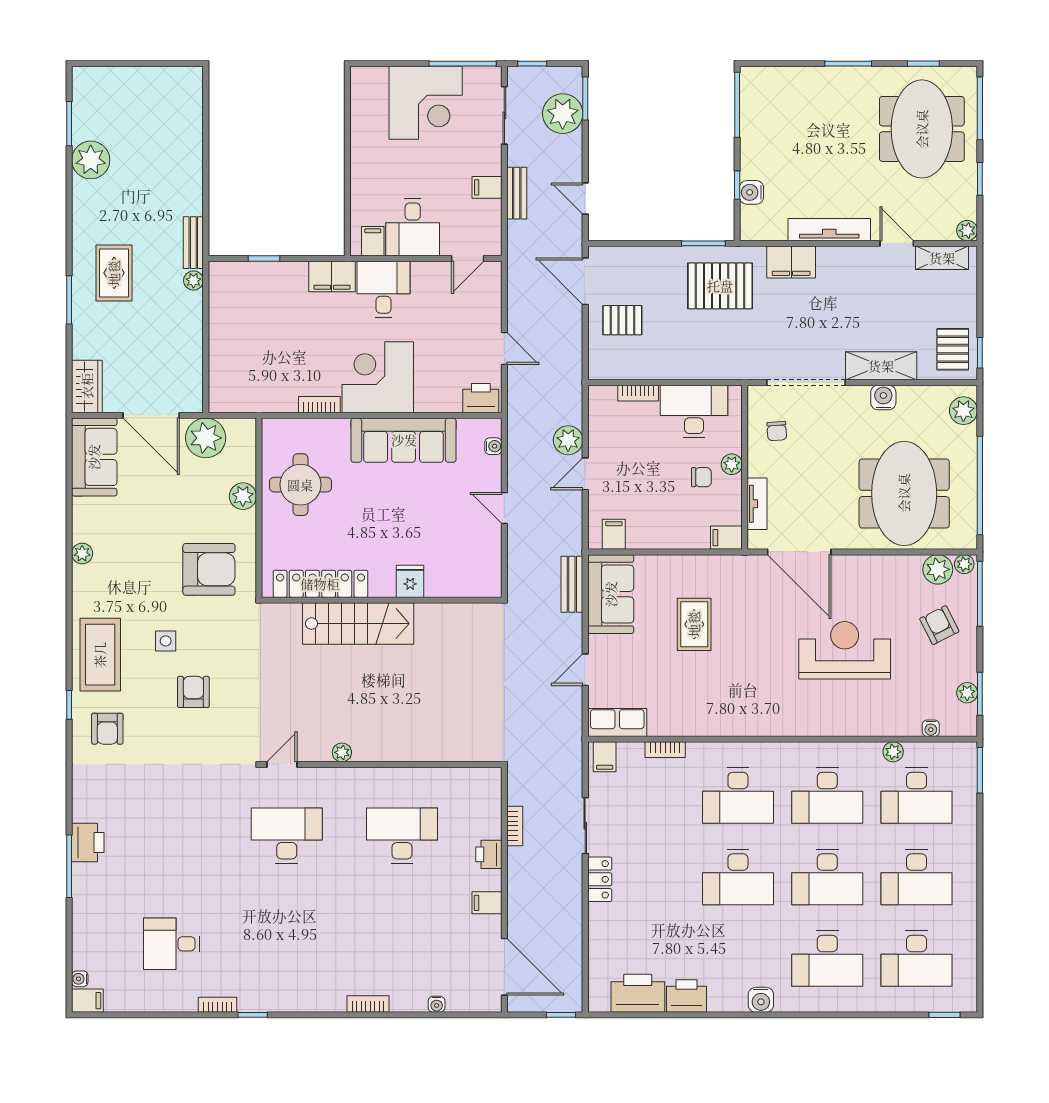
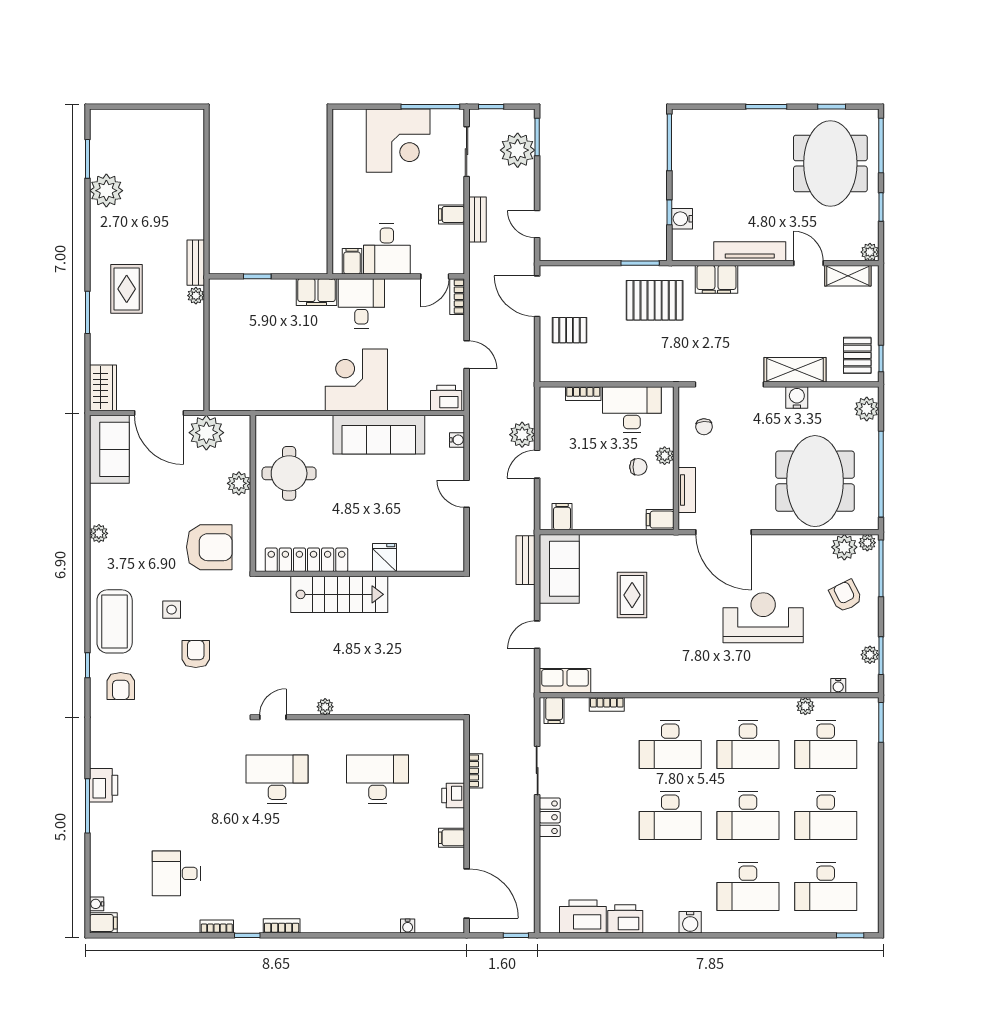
bookcase: (319, 405) -> (457, 297), moved, turned -90
bookcase: (368, 1004) -> (282, 926), moved

